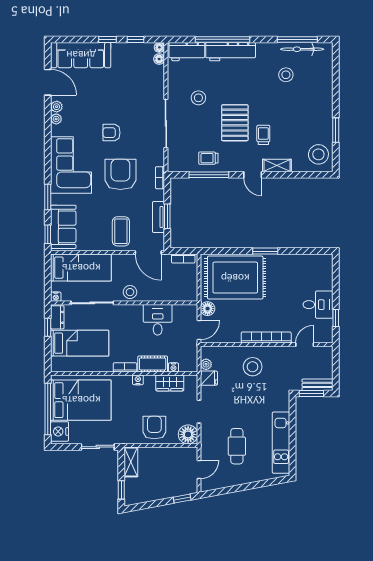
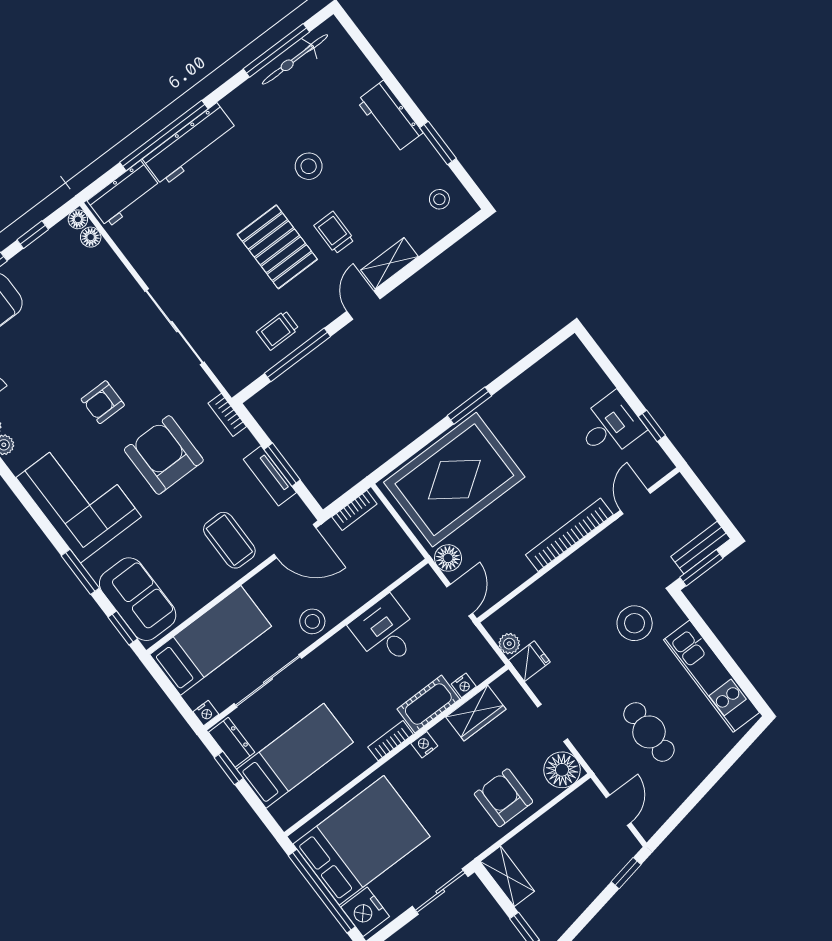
stool: (286, 75) -> (309, 166), moved
stool: (198, 98) -> (194, 251), removed
workbench: (324, 104) -> (390, 117), added
stool: (318, 154) -> (439, 199), width x0.53, depth x0.53
door: (253, 175) -> (363, 305), swing flipped
stool: (253, 367) -> (635, 623), moved

